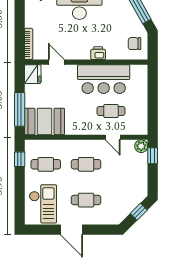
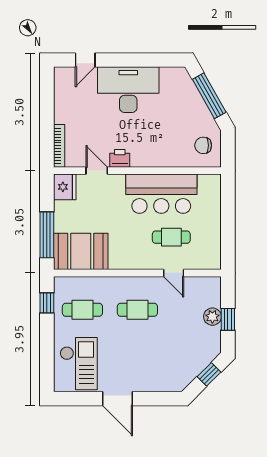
printer: (98, 53) -> (120, 158), moved
plant: (141, 146) -> (212, 317), moved
window: (153, 156) -> (228, 319), moved
cafe table: (86, 200) -> (137, 358), removed

